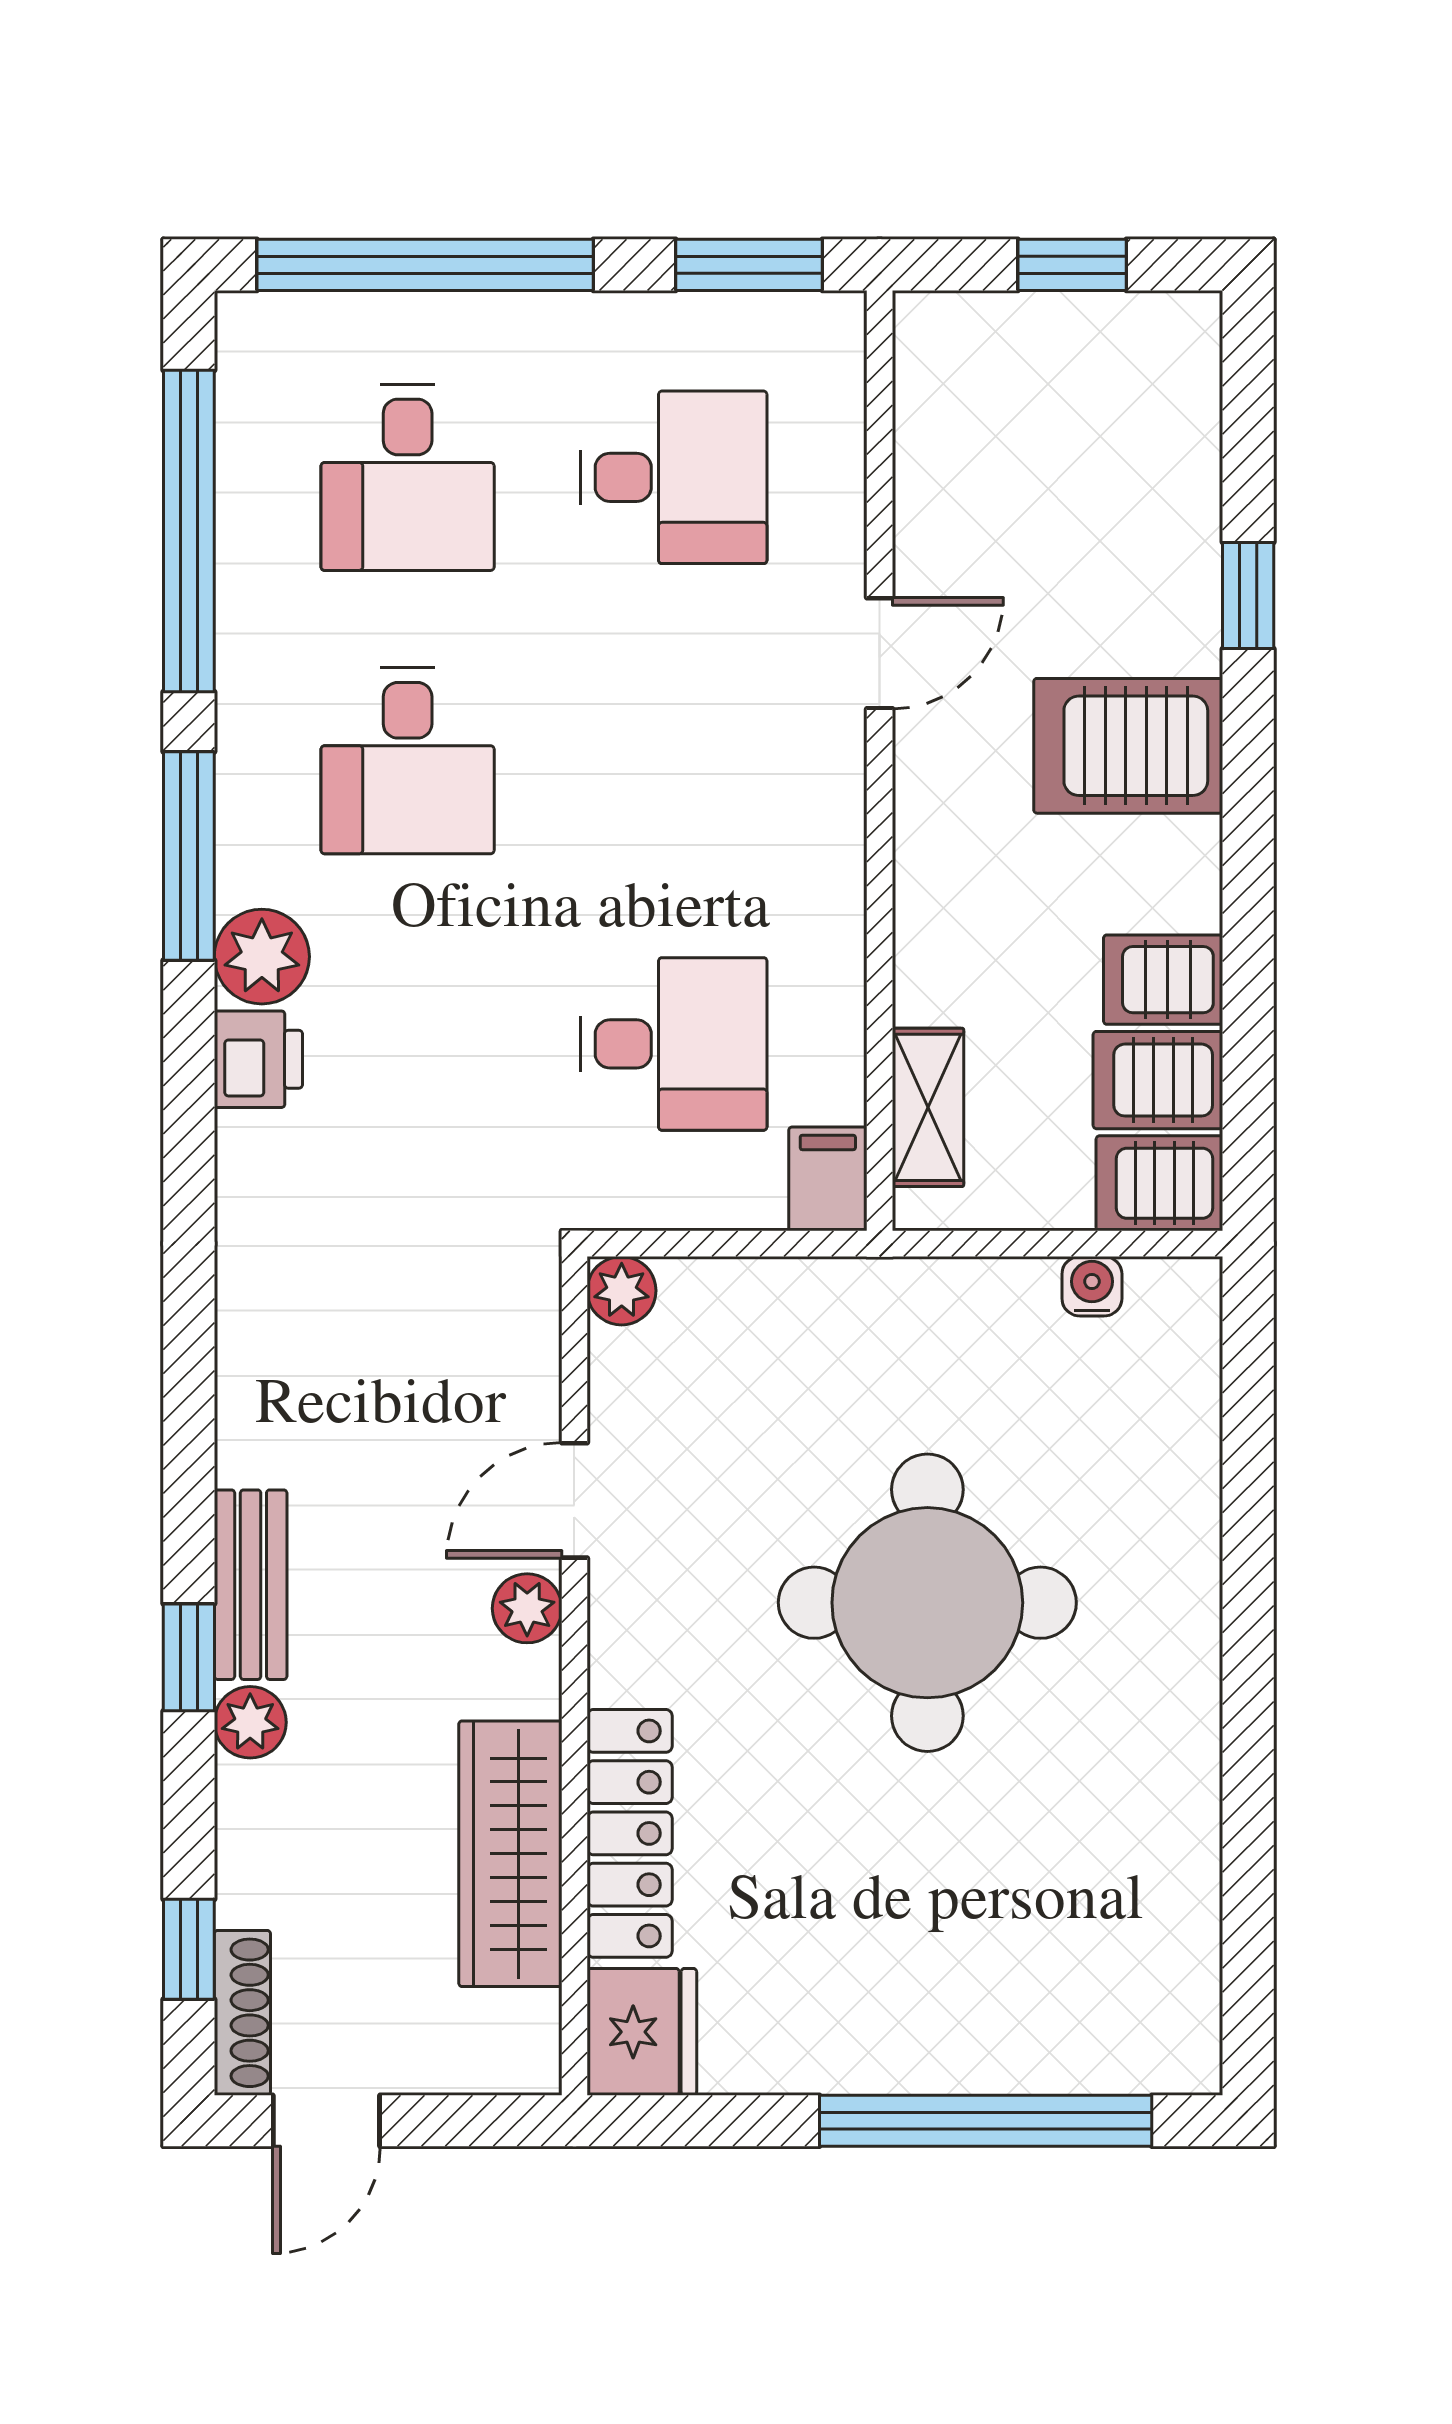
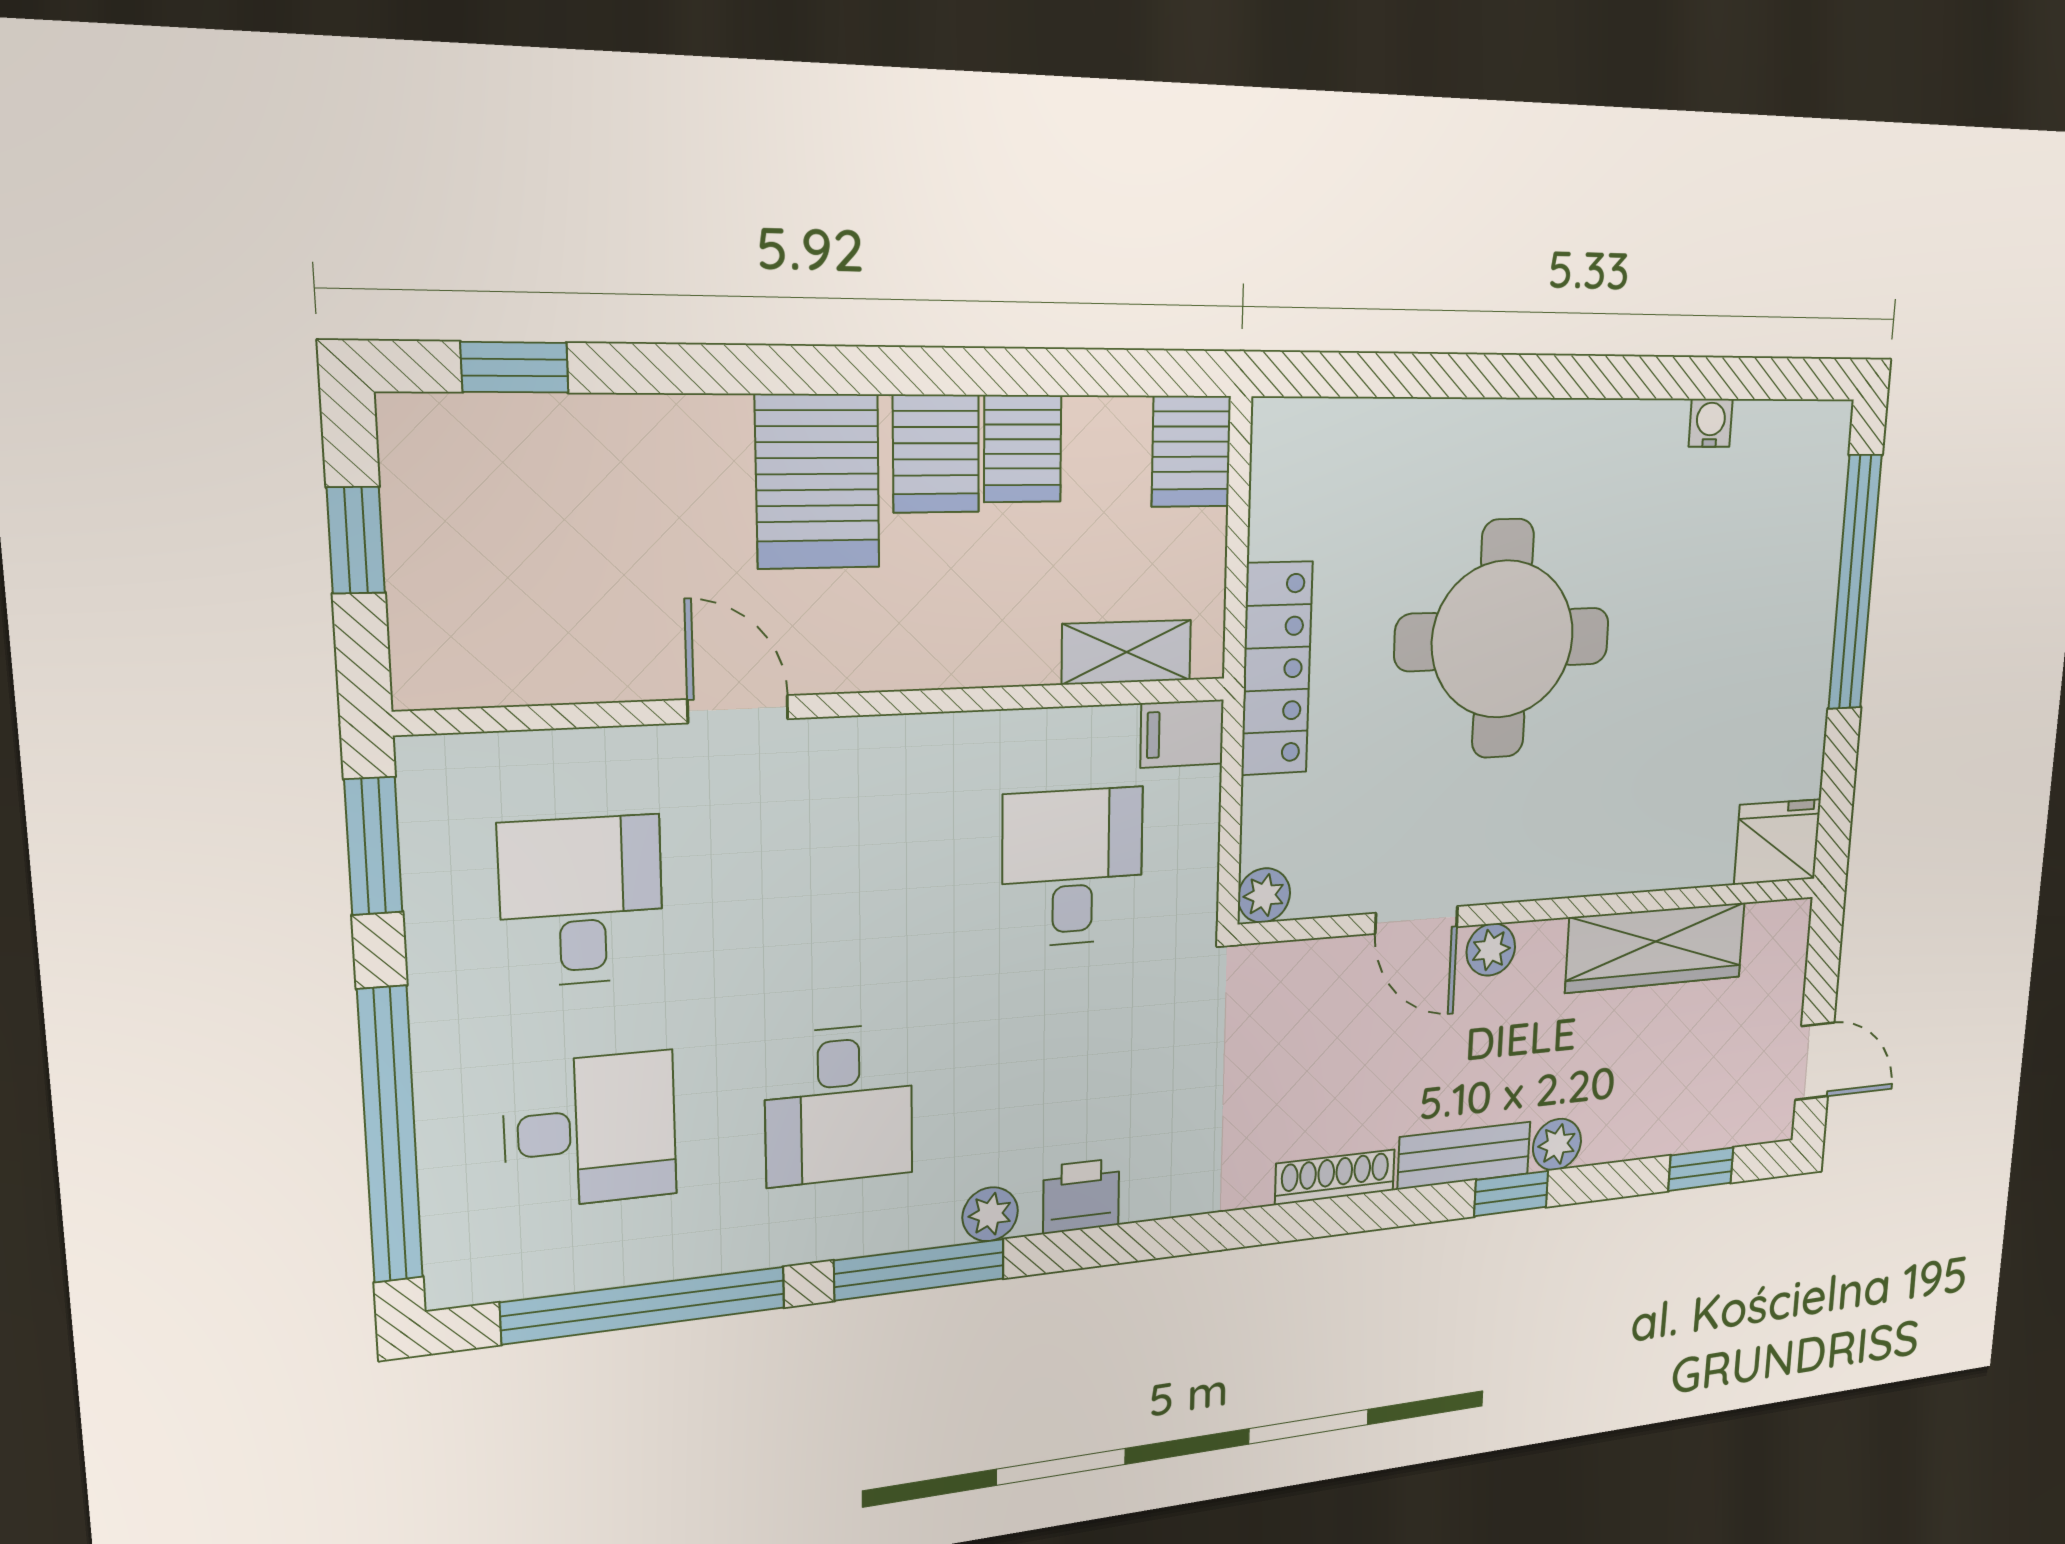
window: (1248, 595) -> (515, 367), moved
desk: (408, 761) -> (839, 1105), turned 90
plant: (262, 957) -> (990, 1214), width x0.73, depth x0.73
server rack: (1158, 1080) -> (936, 454), moved
water cooler: (1092, 1286) -> (1711, 423), moved, turned 90
locker: (630, 1833) -> (1277, 669), moved, turned 90
shoe rack: (242, 2013) -> (1335, 1177), moved

